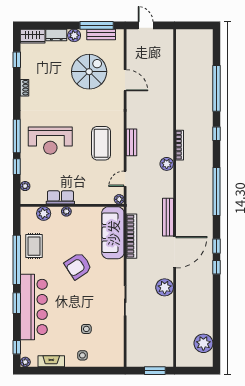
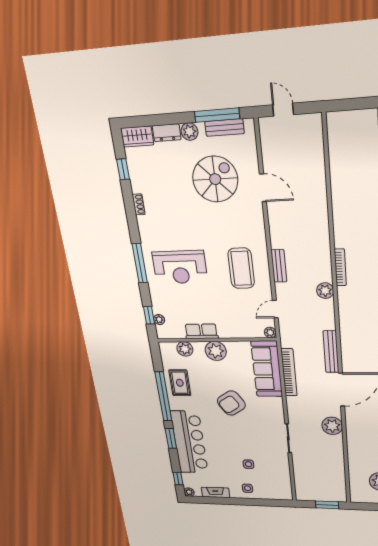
window: (17, 167) -> (149, 315), moved
plant: (66, 211) -> (216, 351), width x1.87, depth x1.87

